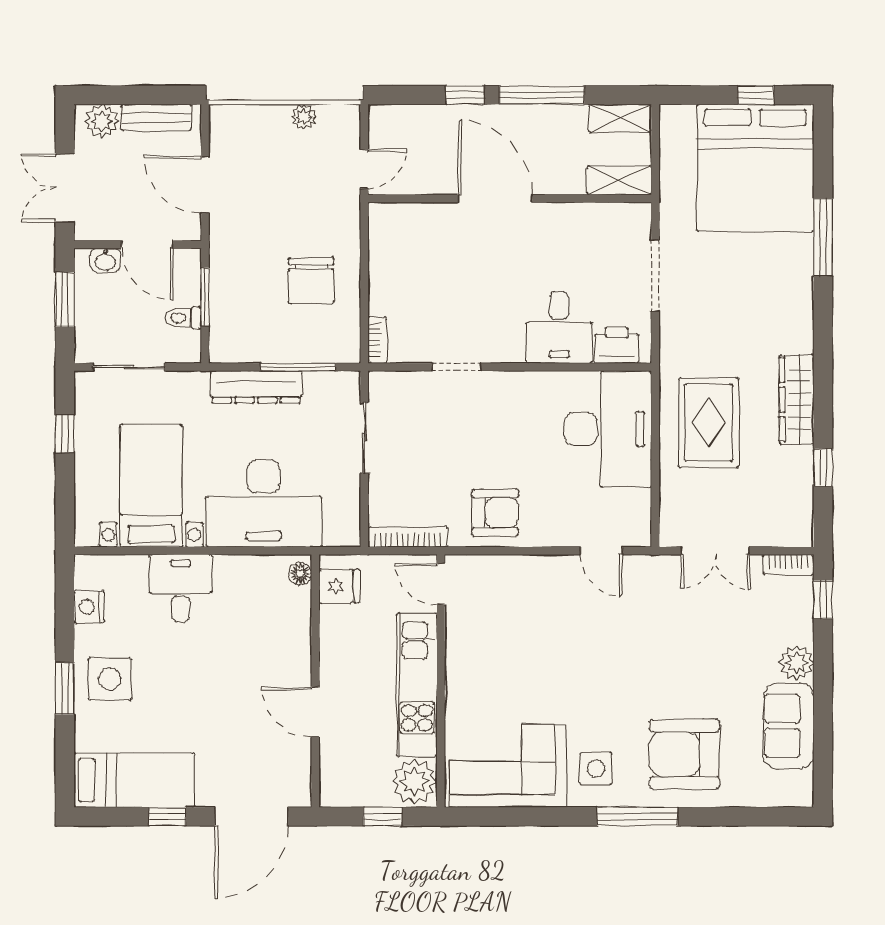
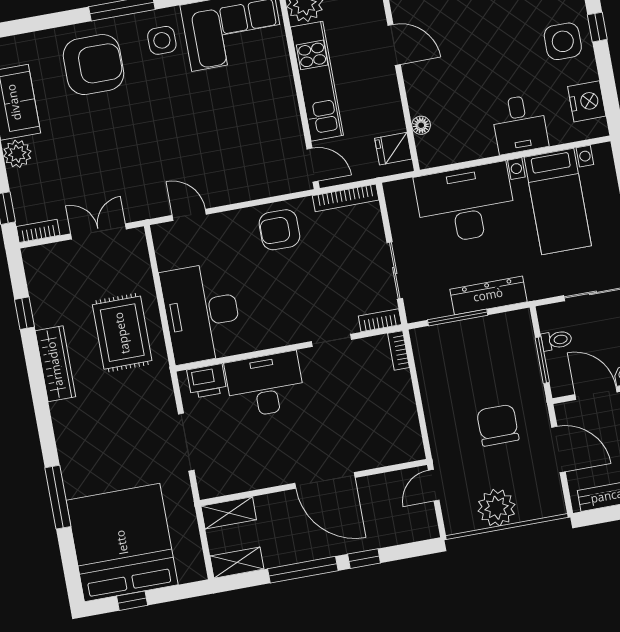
plant: (304, 117) -> (496, 508), width x1.88, depth x1.88
chair: (311, 280) -> (498, 425), moved
desk: (559, 328) -> (265, 385), width x1.37
bookcase: (393, 381) -> (380, 320), added
floor lamp: (300, 574) -> (421, 125), moved
nightstand: (89, 607) -> (587, 101), width x1.36, depth x1.33
window: (65, 689) -> (597, 27), width x0.67

